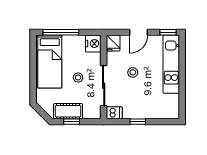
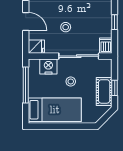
window: (61, 32) -> (26, 85), moved
nightstand: (93, 44) -> (48, 66), moved

